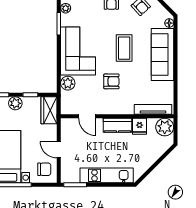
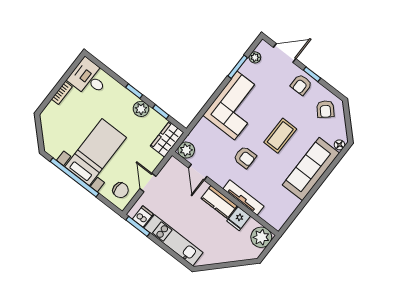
plant: (68, 83) -> (186, 150), moved
tv unit: (153, 109) -> (243, 197), moved
dishwasher: (73, 175) -> (143, 217), added

